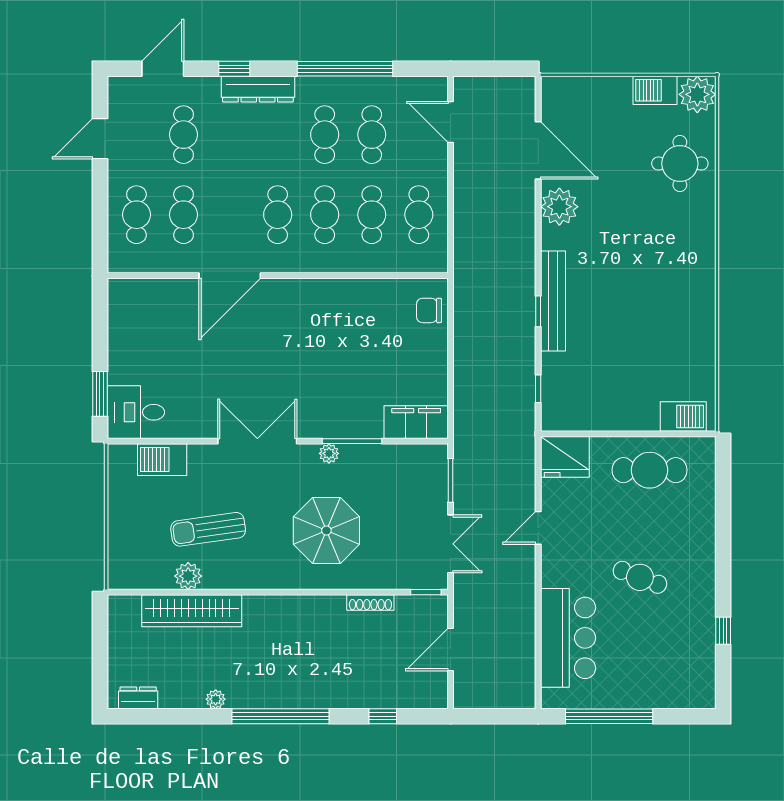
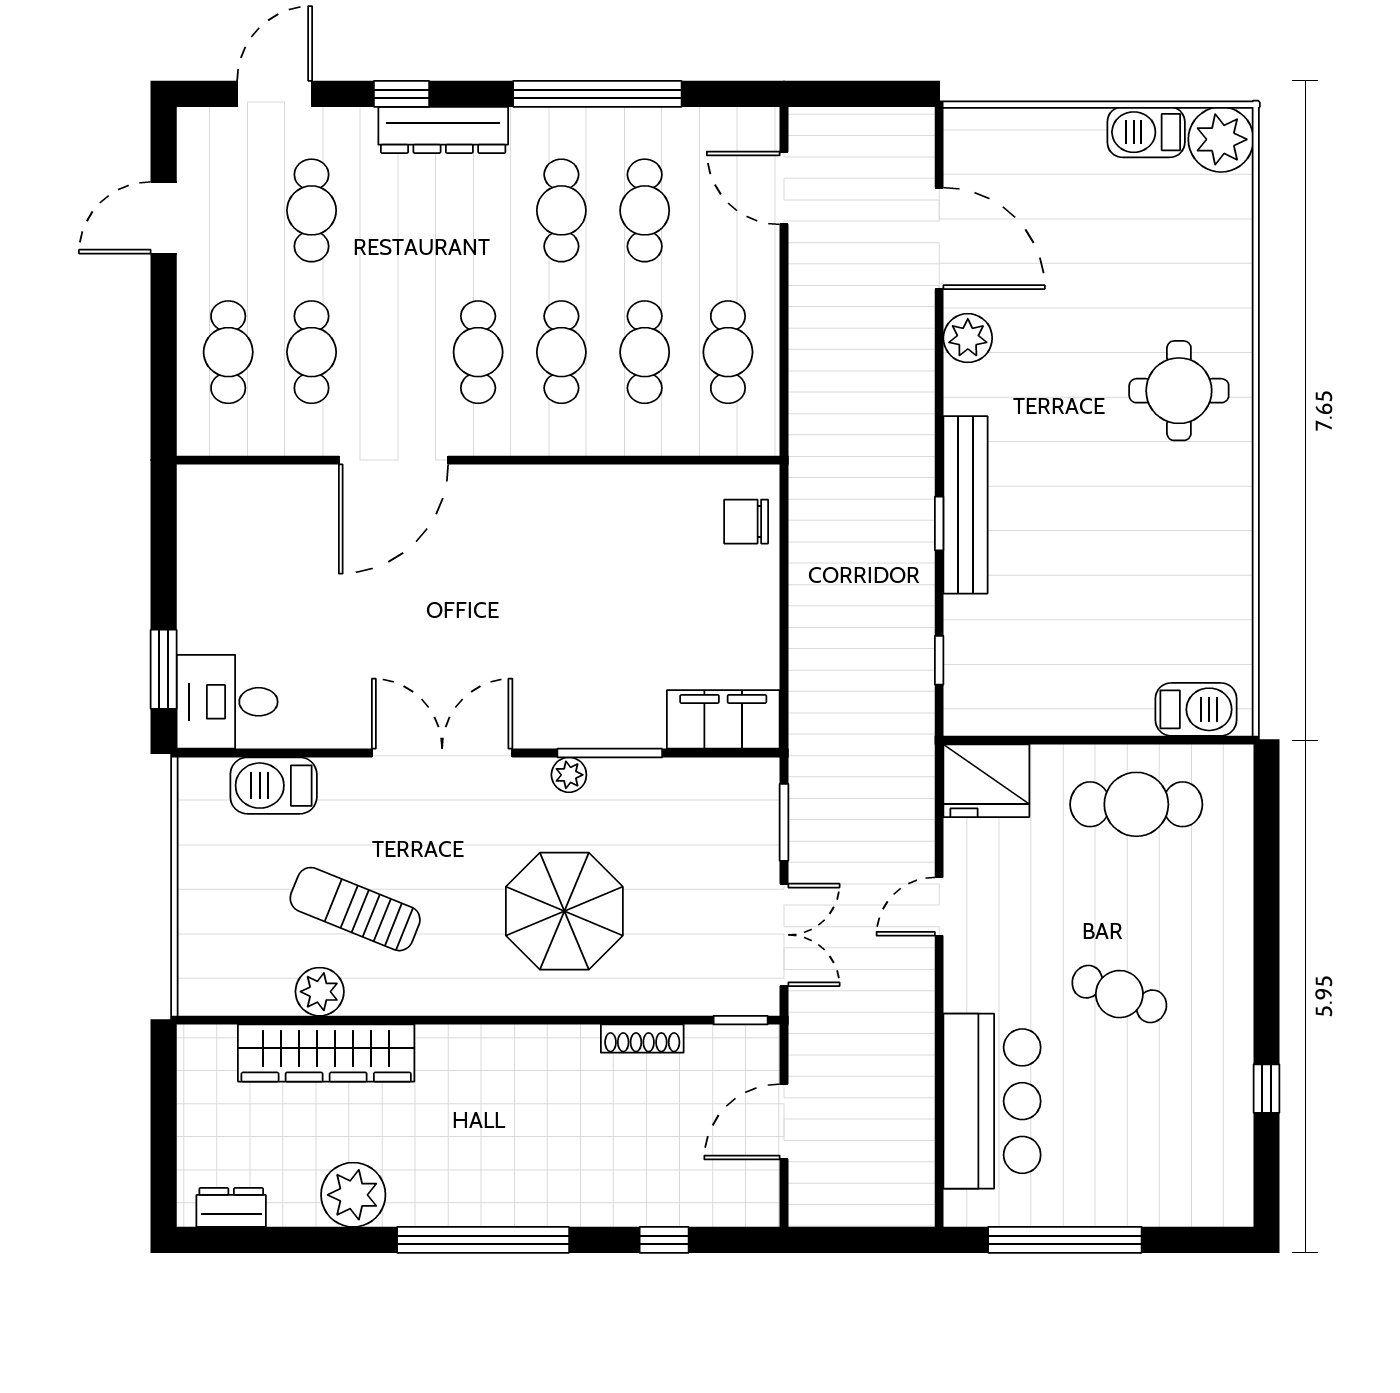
round table: (680, 164) -> (1179, 391), moved
plant: (559, 207) -> (968, 338), width x0.73, depth x0.73
sun lounger: (208, 529) -> (355, 909), turned 30
plant: (216, 699) -> (353, 1195), width x1.87, depth x1.87

